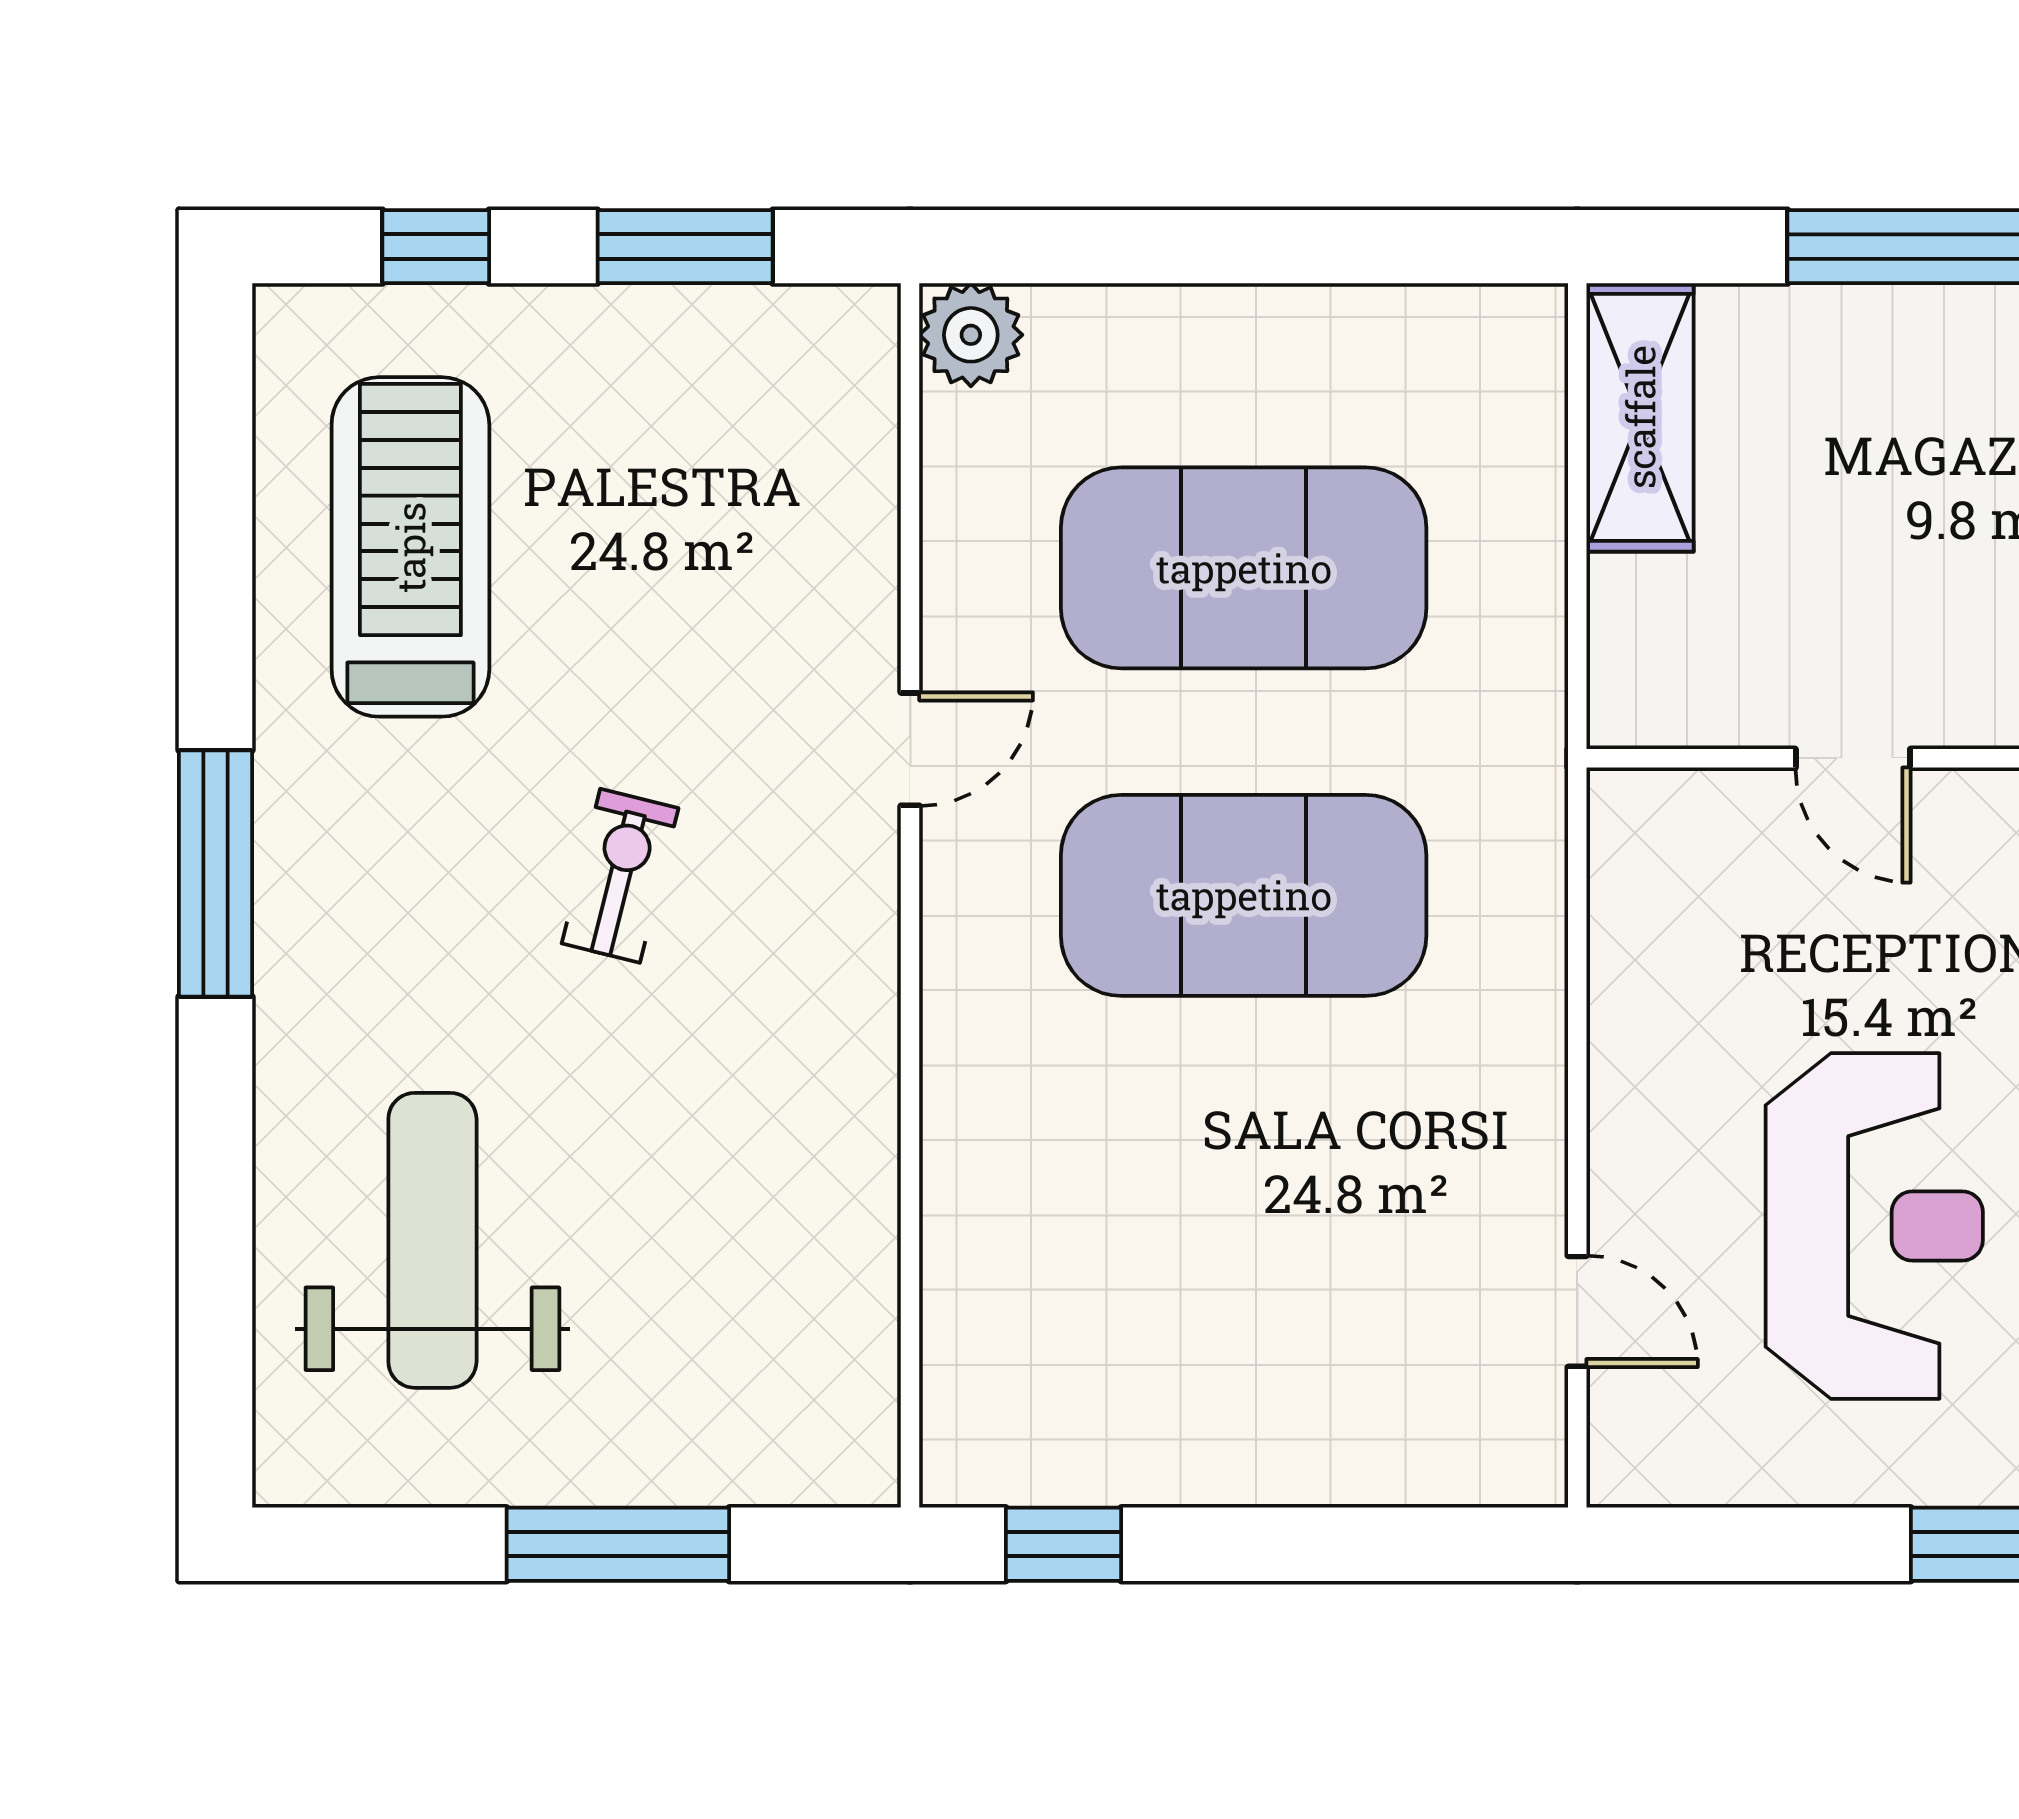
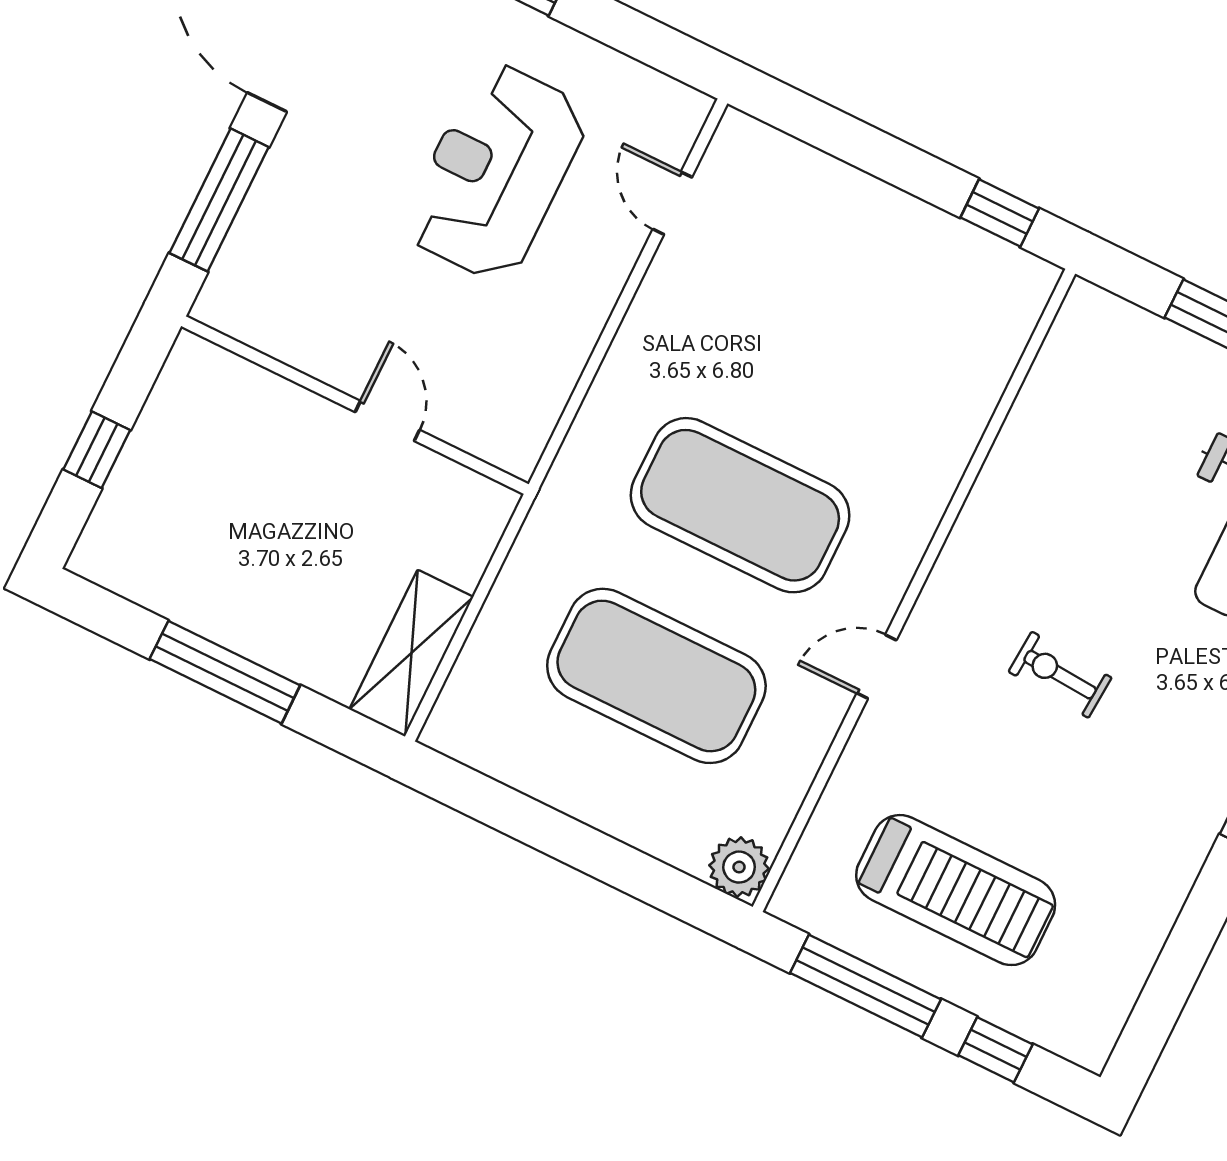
window: (685, 247) -> (865, 986), width x1.44
treadmill: (410, 547) -> (956, 890), moved, turned -90
exercise bike: (620, 876) -> (1060, 675), turned 80

